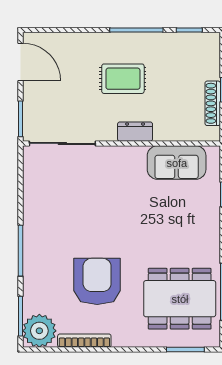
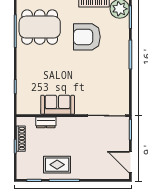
rug: (123, 79) -> (57, 165), moved
dresser: (135, 132) -> (46, 122), moved
sofa: (177, 163) -> (58, 105), moved
armchair: (97, 281) -> (87, 37), turned 90

